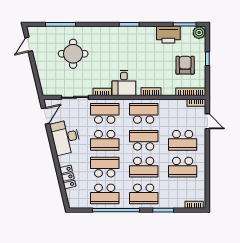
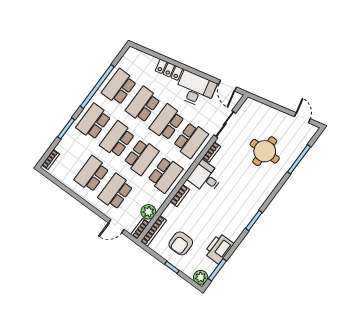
armchair: (185, 65) -> (181, 243), turned 90
plant: (180, 106) -> (148, 212), added
school desk: (105, 167) -> (143, 105), turned 180
locker: (68, 177) -> (169, 70), moved

